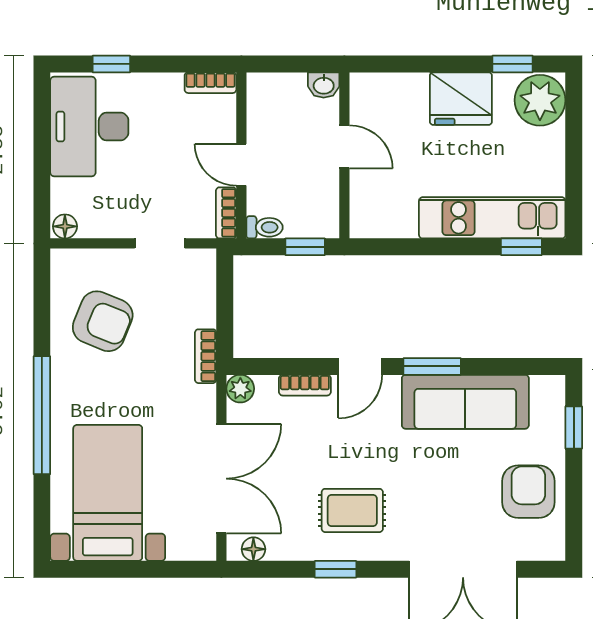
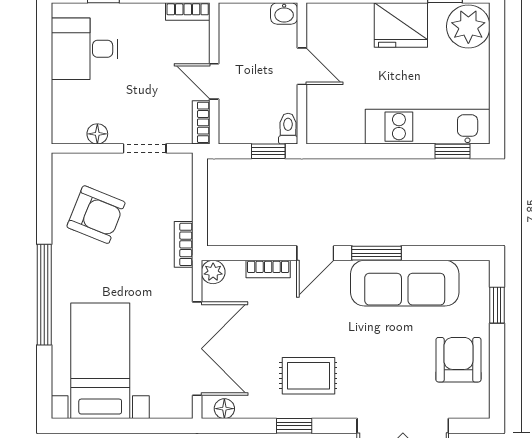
desk: (89, 127) -> (85, 49), width x0.73
floor lamp: (65, 226) -> (97, 134), moved
toilet: (265, 227) -> (288, 129), moved, turned -90

